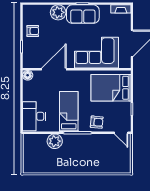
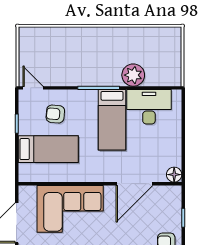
bed: (111, 88) -> (48, 149), width x0.67
desk: (34, 116) -> (149, 107), moved, turned -90
armchair: (97, 122) -> (55, 114), moved

